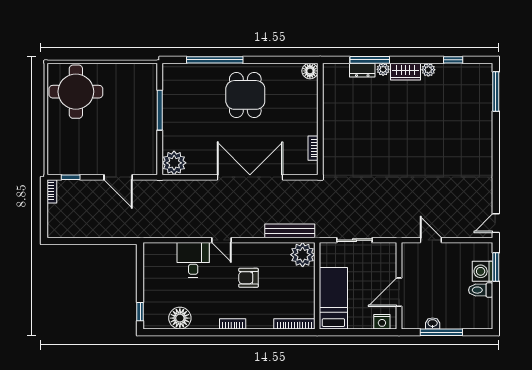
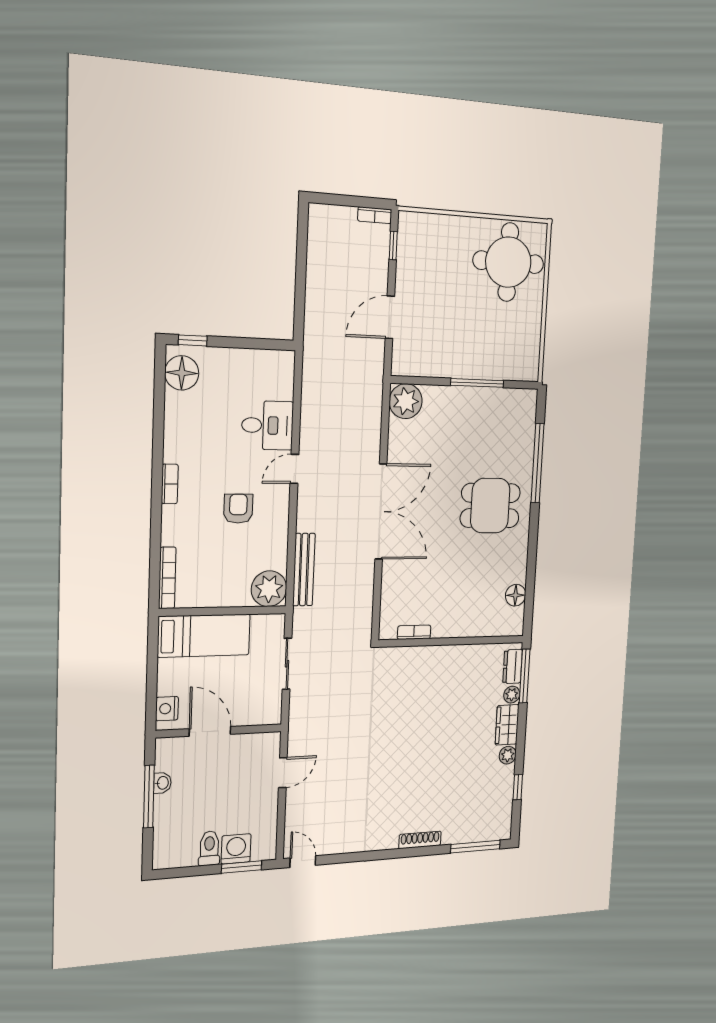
wall: (320, 119) -> (452, 641), moved
shoe rack: (487, 136) -> (420, 840), added
bookcase: (313, 148) -> (414, 632), moved
floor lamp: (180, 318) -> (182, 373), moved

